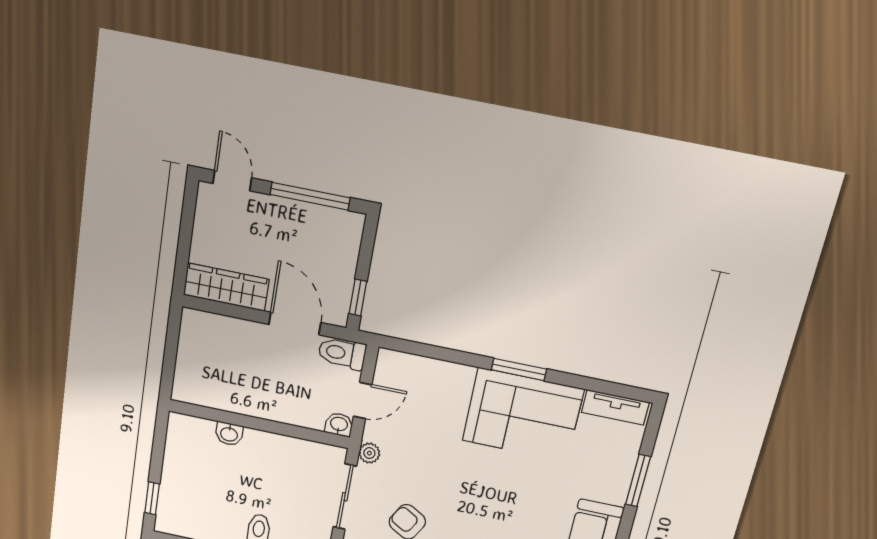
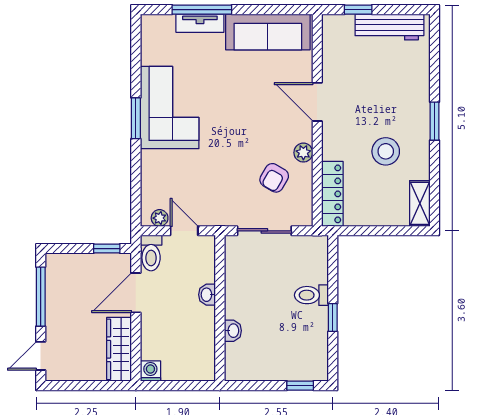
washing machine: (193, 322) -> (150, 371), added
tv unit: (615, 407) -> (200, 23), moved, turned 90
washbasin: (339, 425) -> (207, 295), moved
plant: (369, 453) -> (160, 218), moved
window: (638, 481) -> (202, 10), width x1.44

